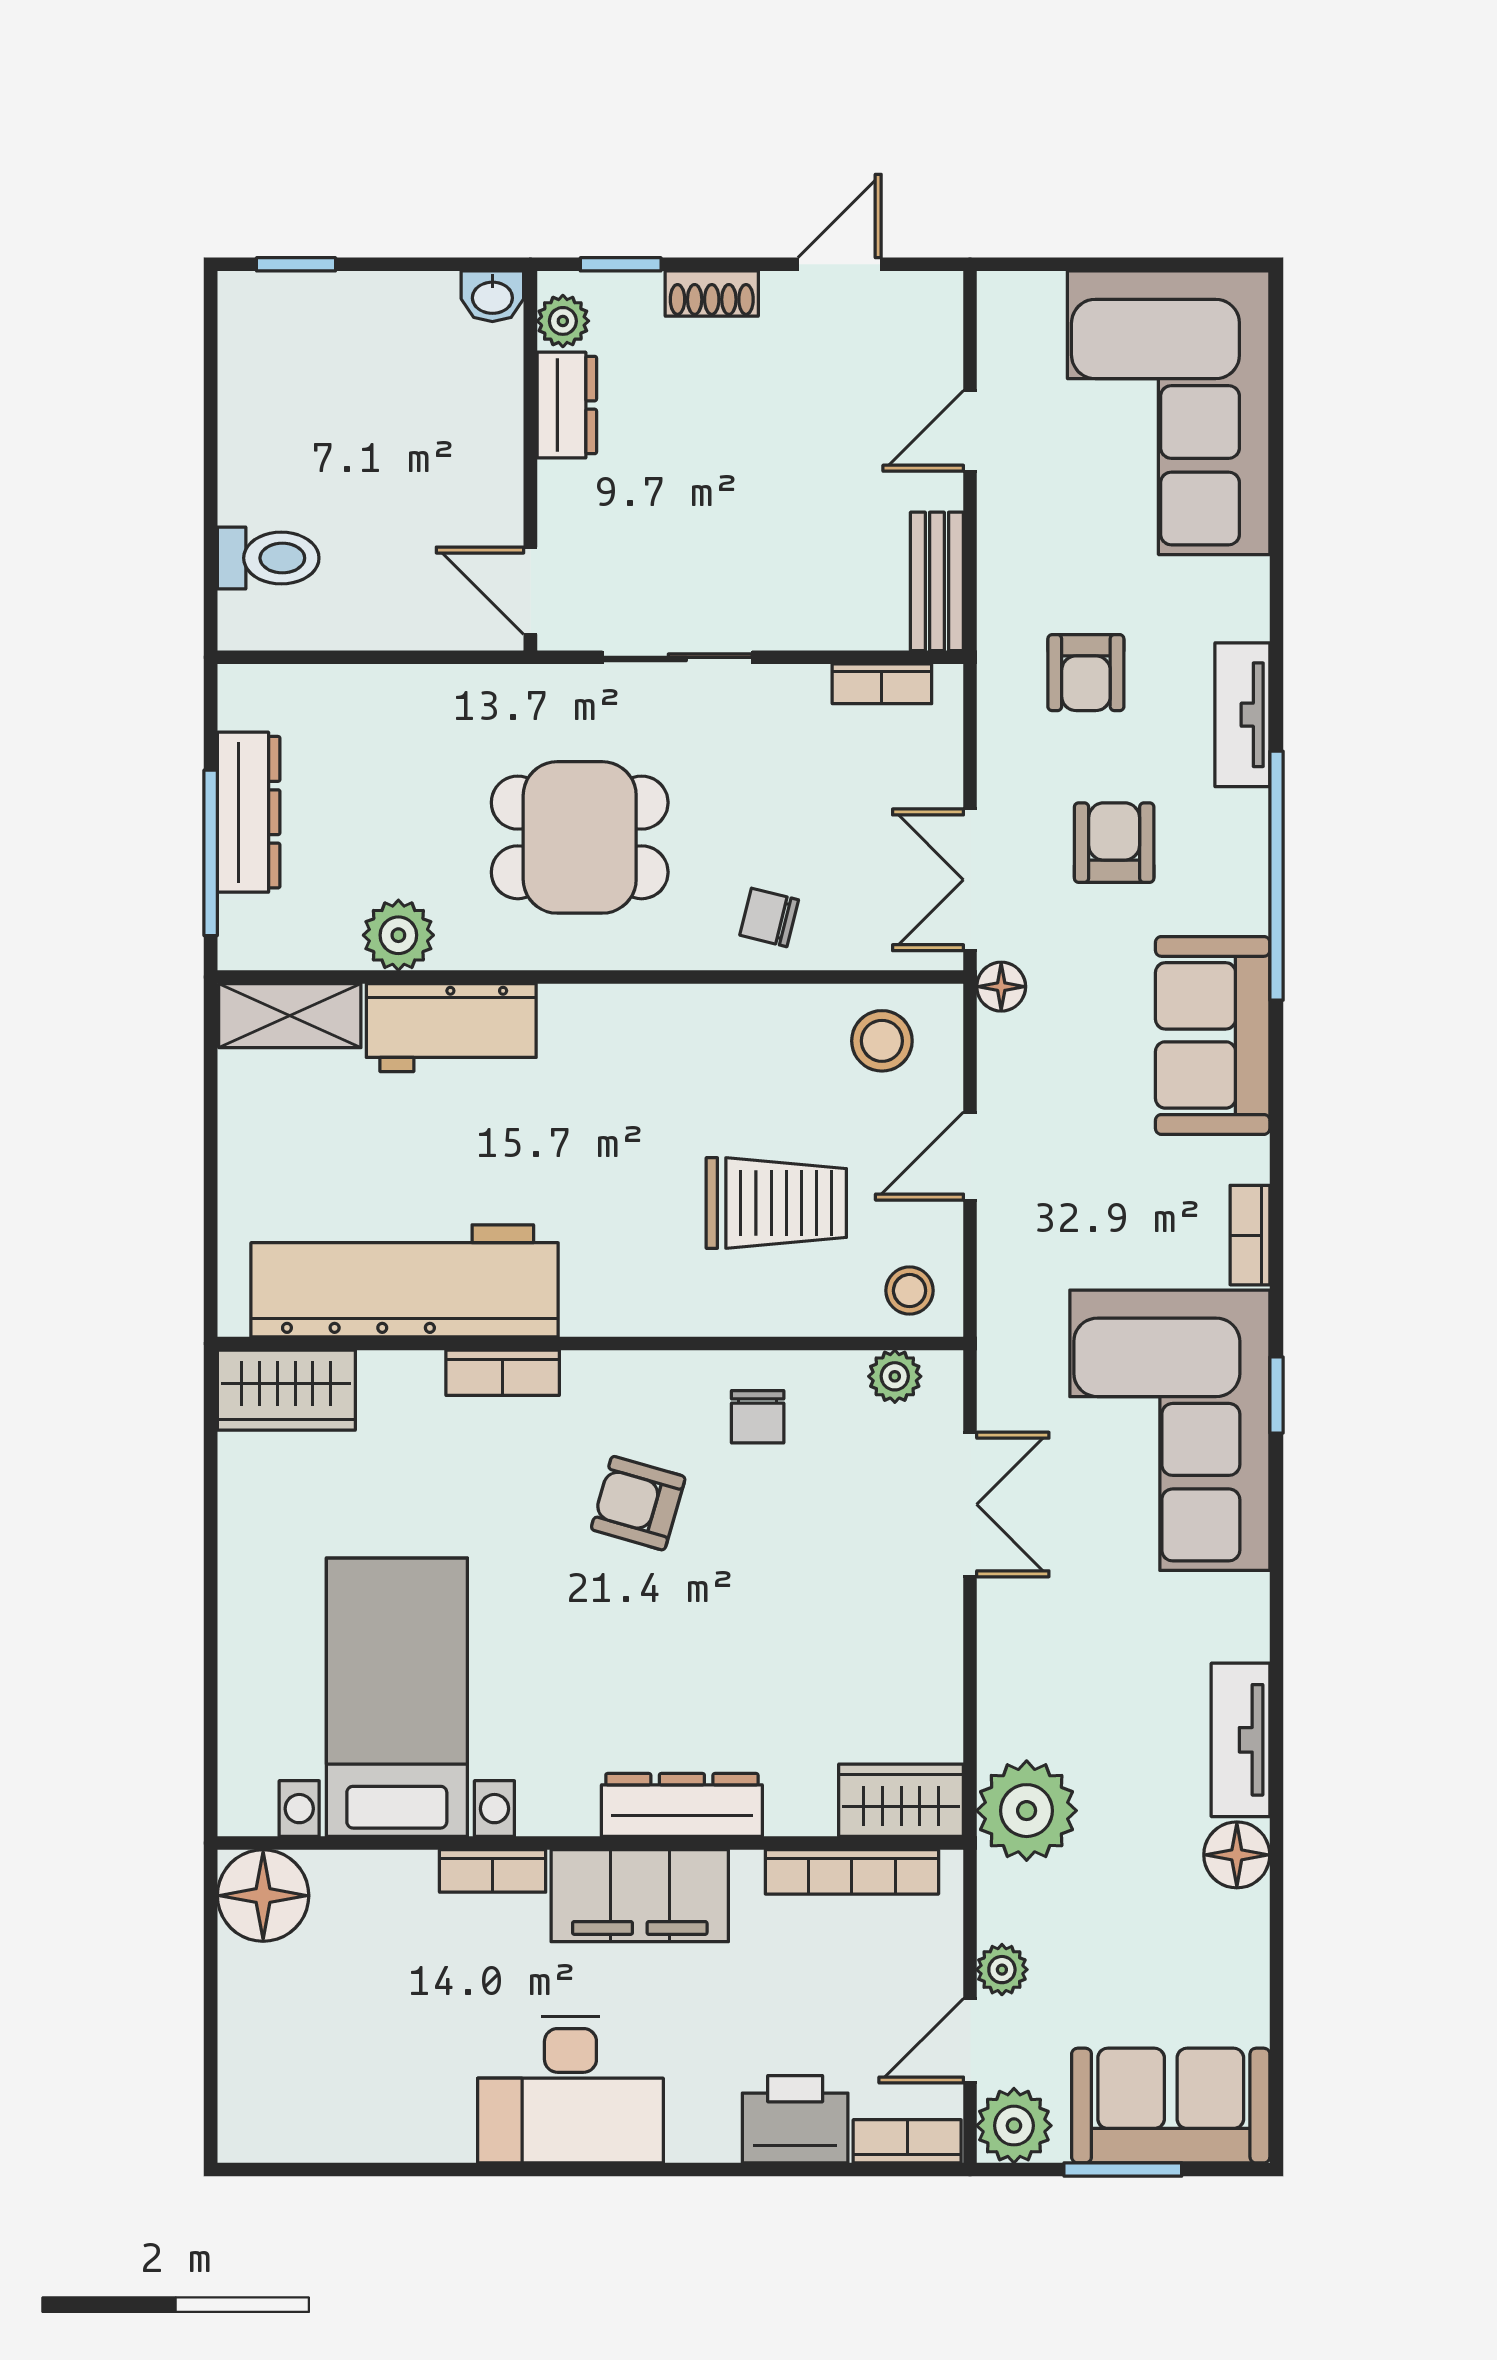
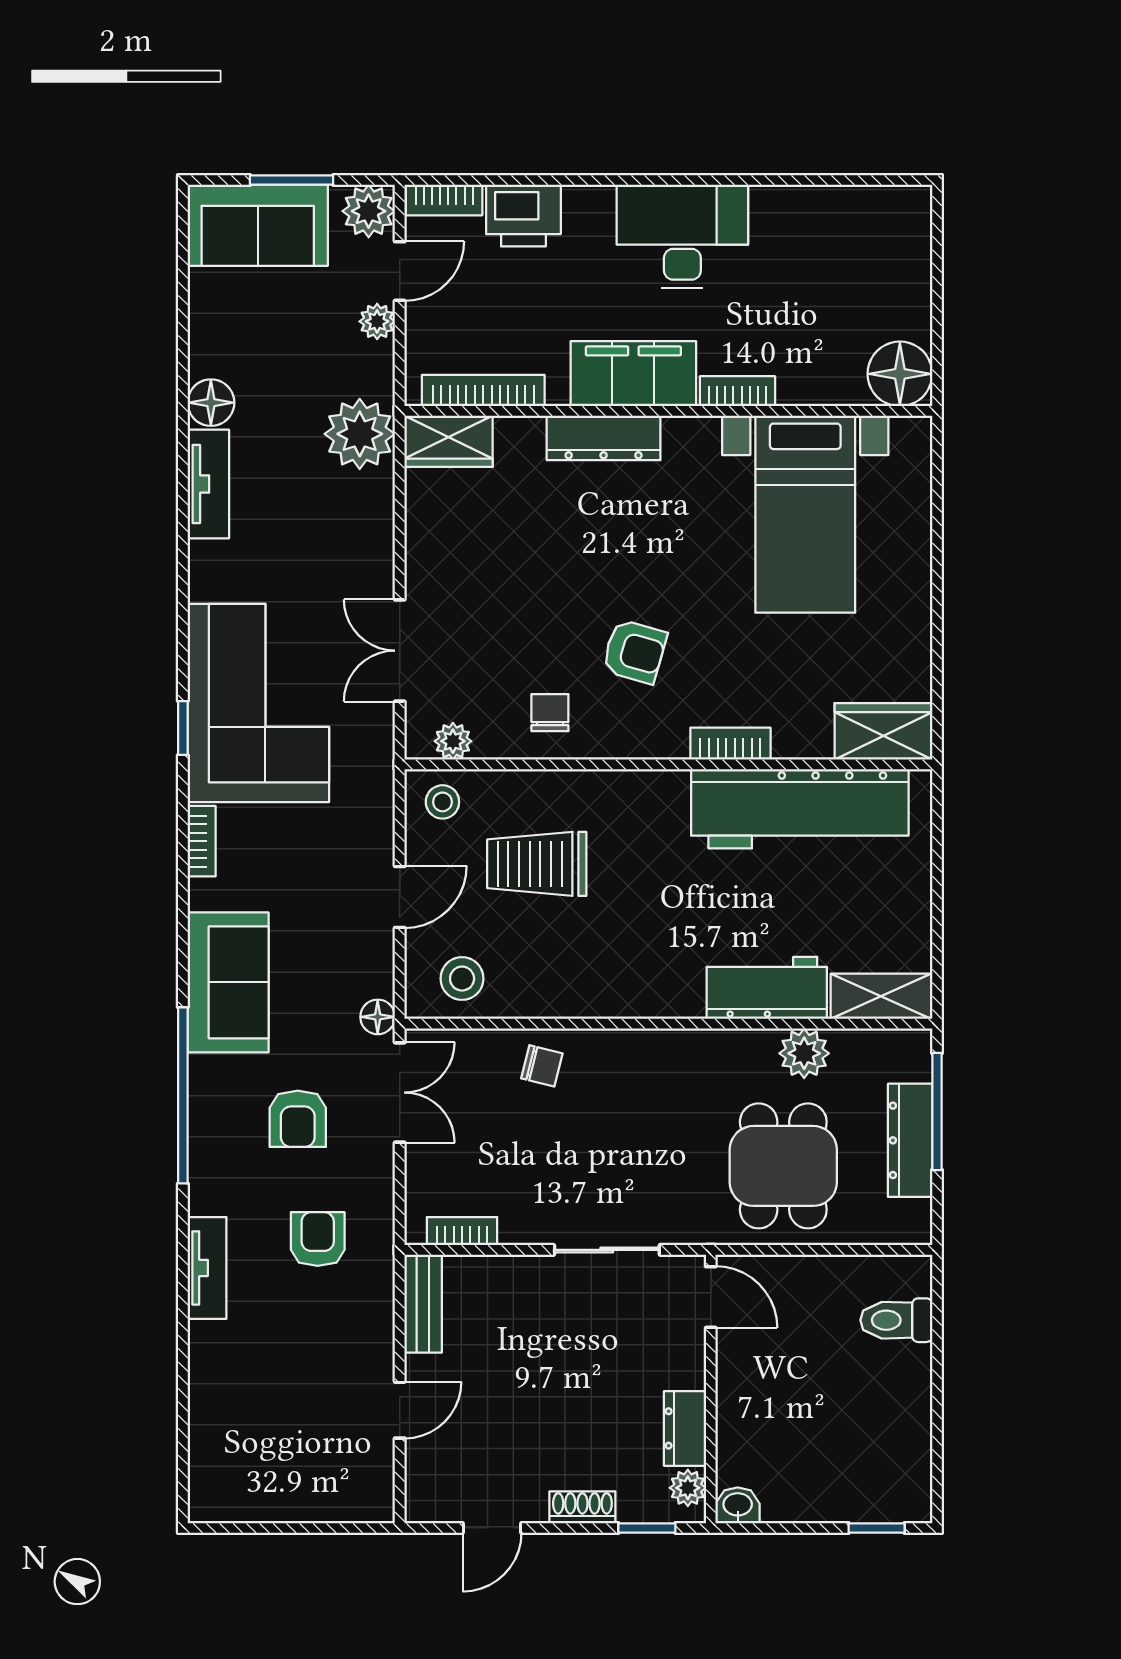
corner sofa: (1169, 413) -> (259, 1423), removed
tv unit: (1242, 715) -> (207, 1268), moved
dining table: (580, 837) -> (783, 1166), moved, turned 90

